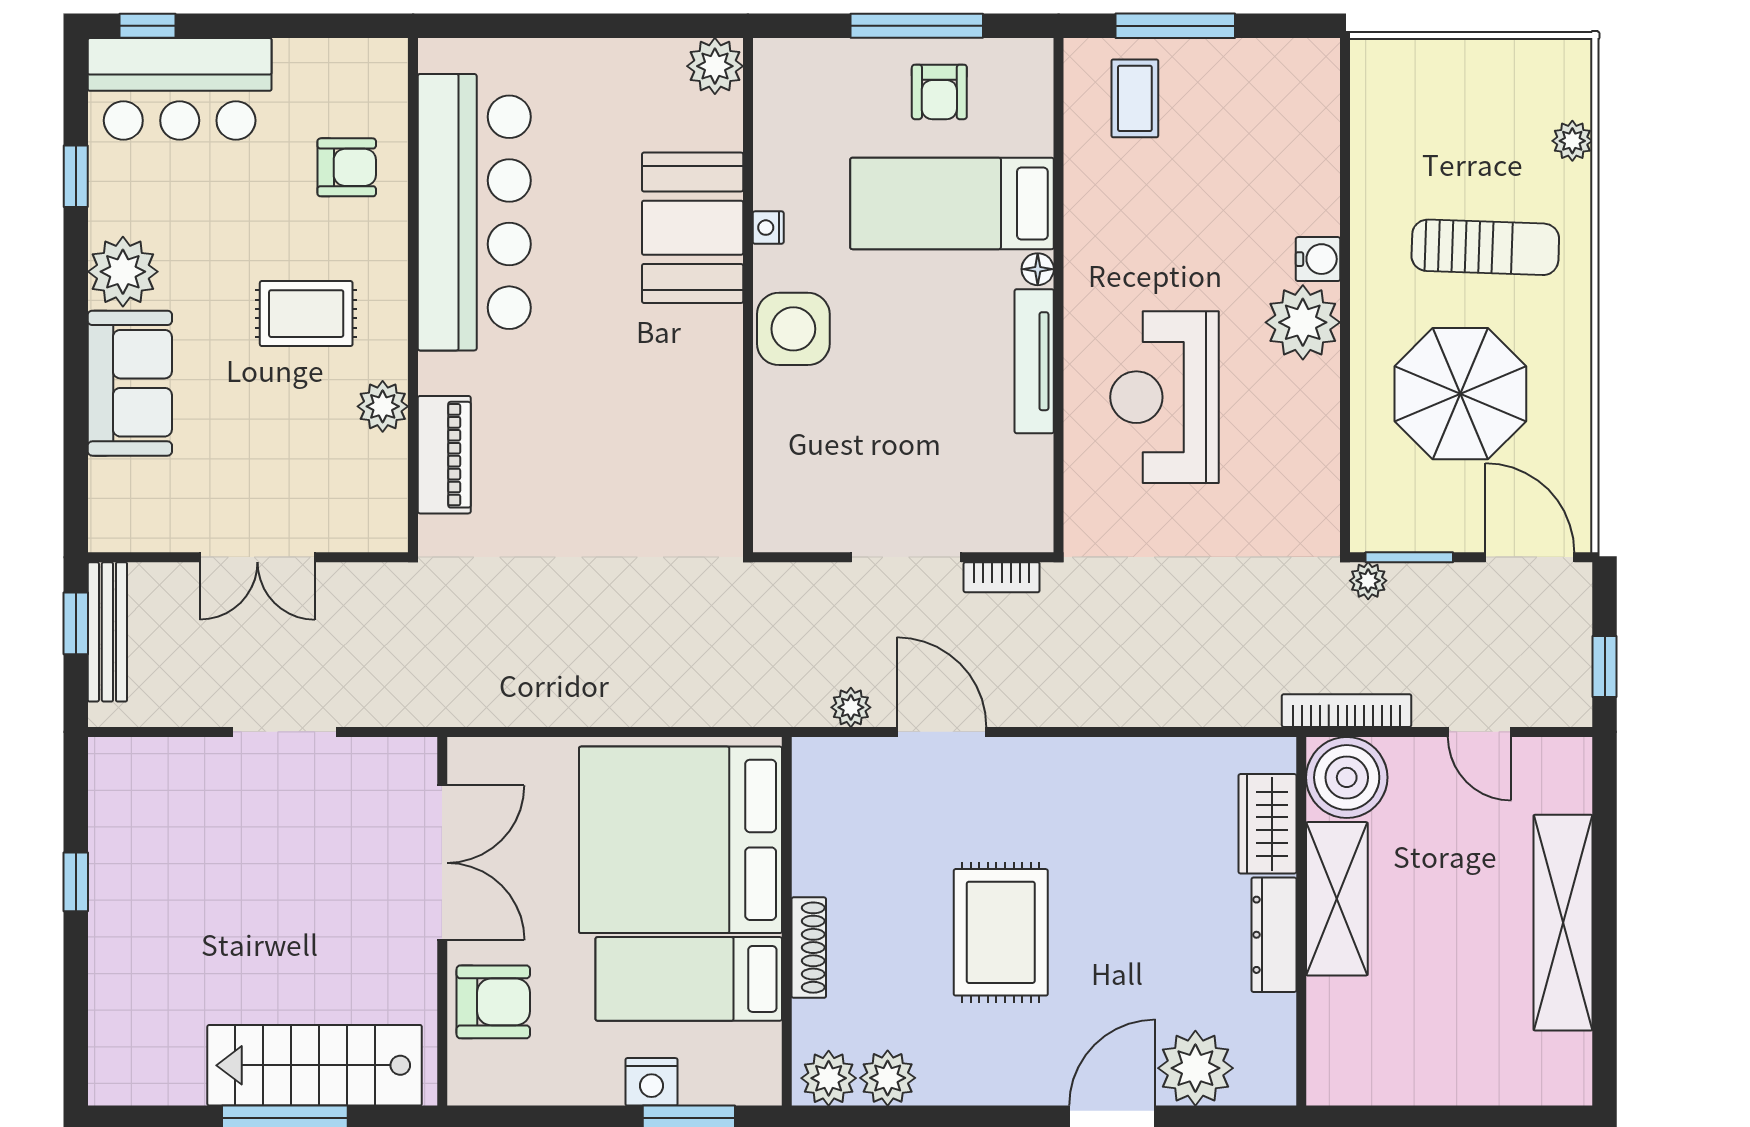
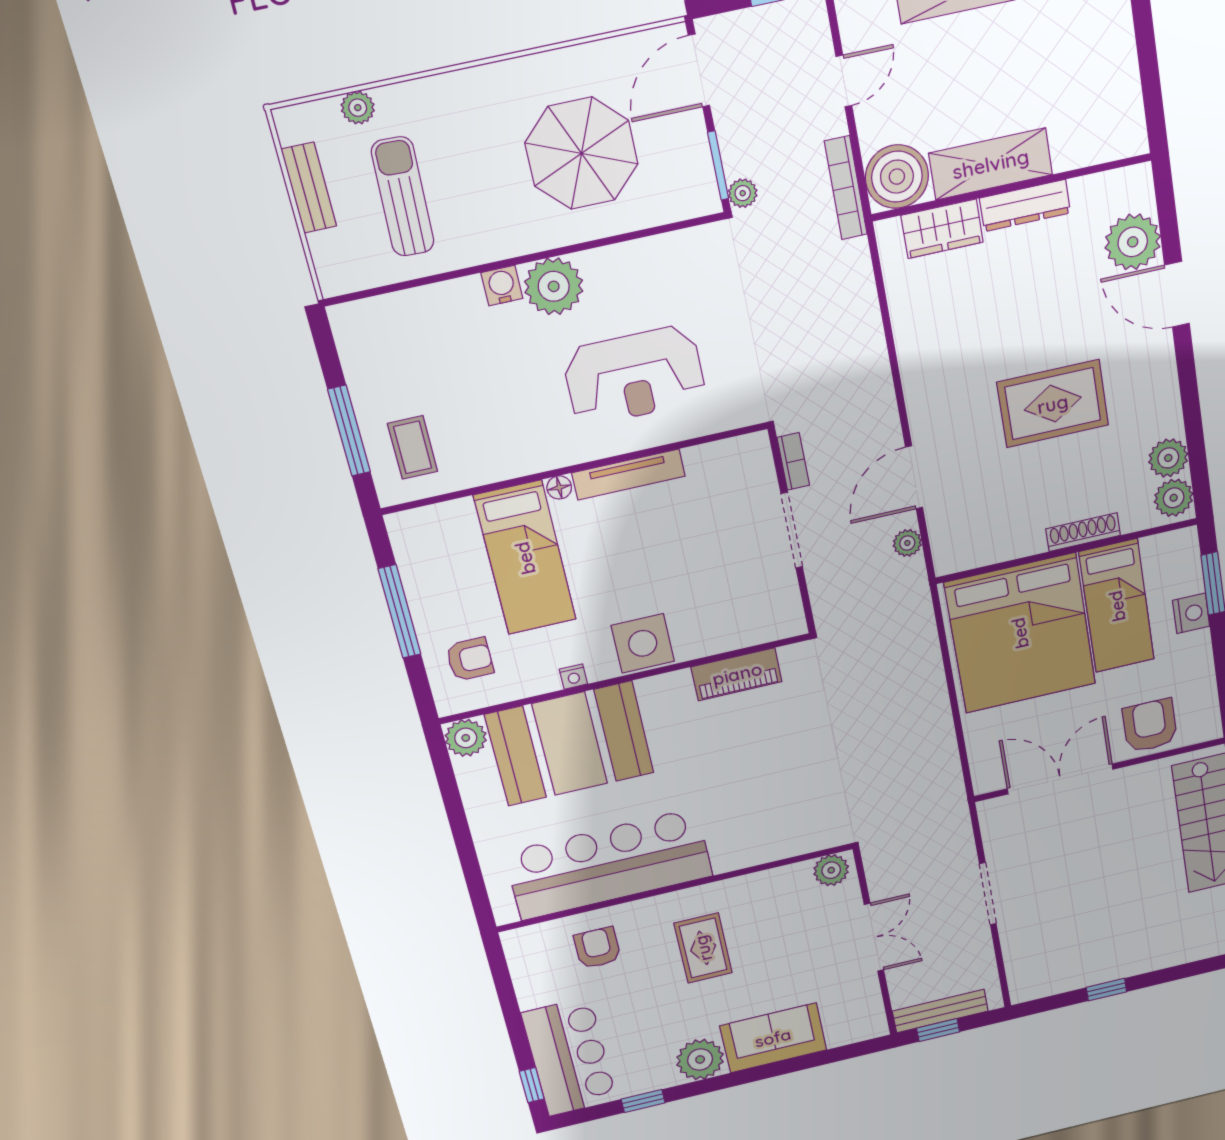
bench: (1490, 58) -> (309, 188), added
armchair: (939, 92) -> (470, 659), moved
coffee table: (1135, 98) -> (413, 447), turned 90
booth: (693, 228) -> (570, 744), width x1.36, depth x1.42
sun lounger: (1485, 247) -> (403, 197), moved
plant: (383, 406) -> (831, 870), moved
piano: (444, 455) -> (737, 674), moved, turned 180

